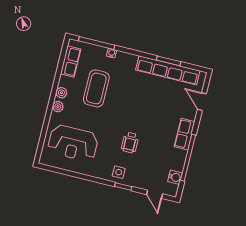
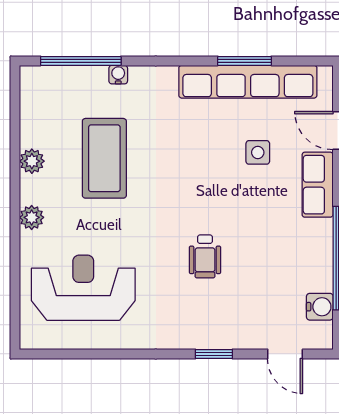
row of seats: (71, 61) -> (35, 114), removed
plant: (61, 93) -> (32, 161), moved
row of seats: (185, 134) -> (318, 185), moved
reception desk: (73, 143) -> (83, 288), turned 180
side table: (119, 172) -> (258, 152), moved

